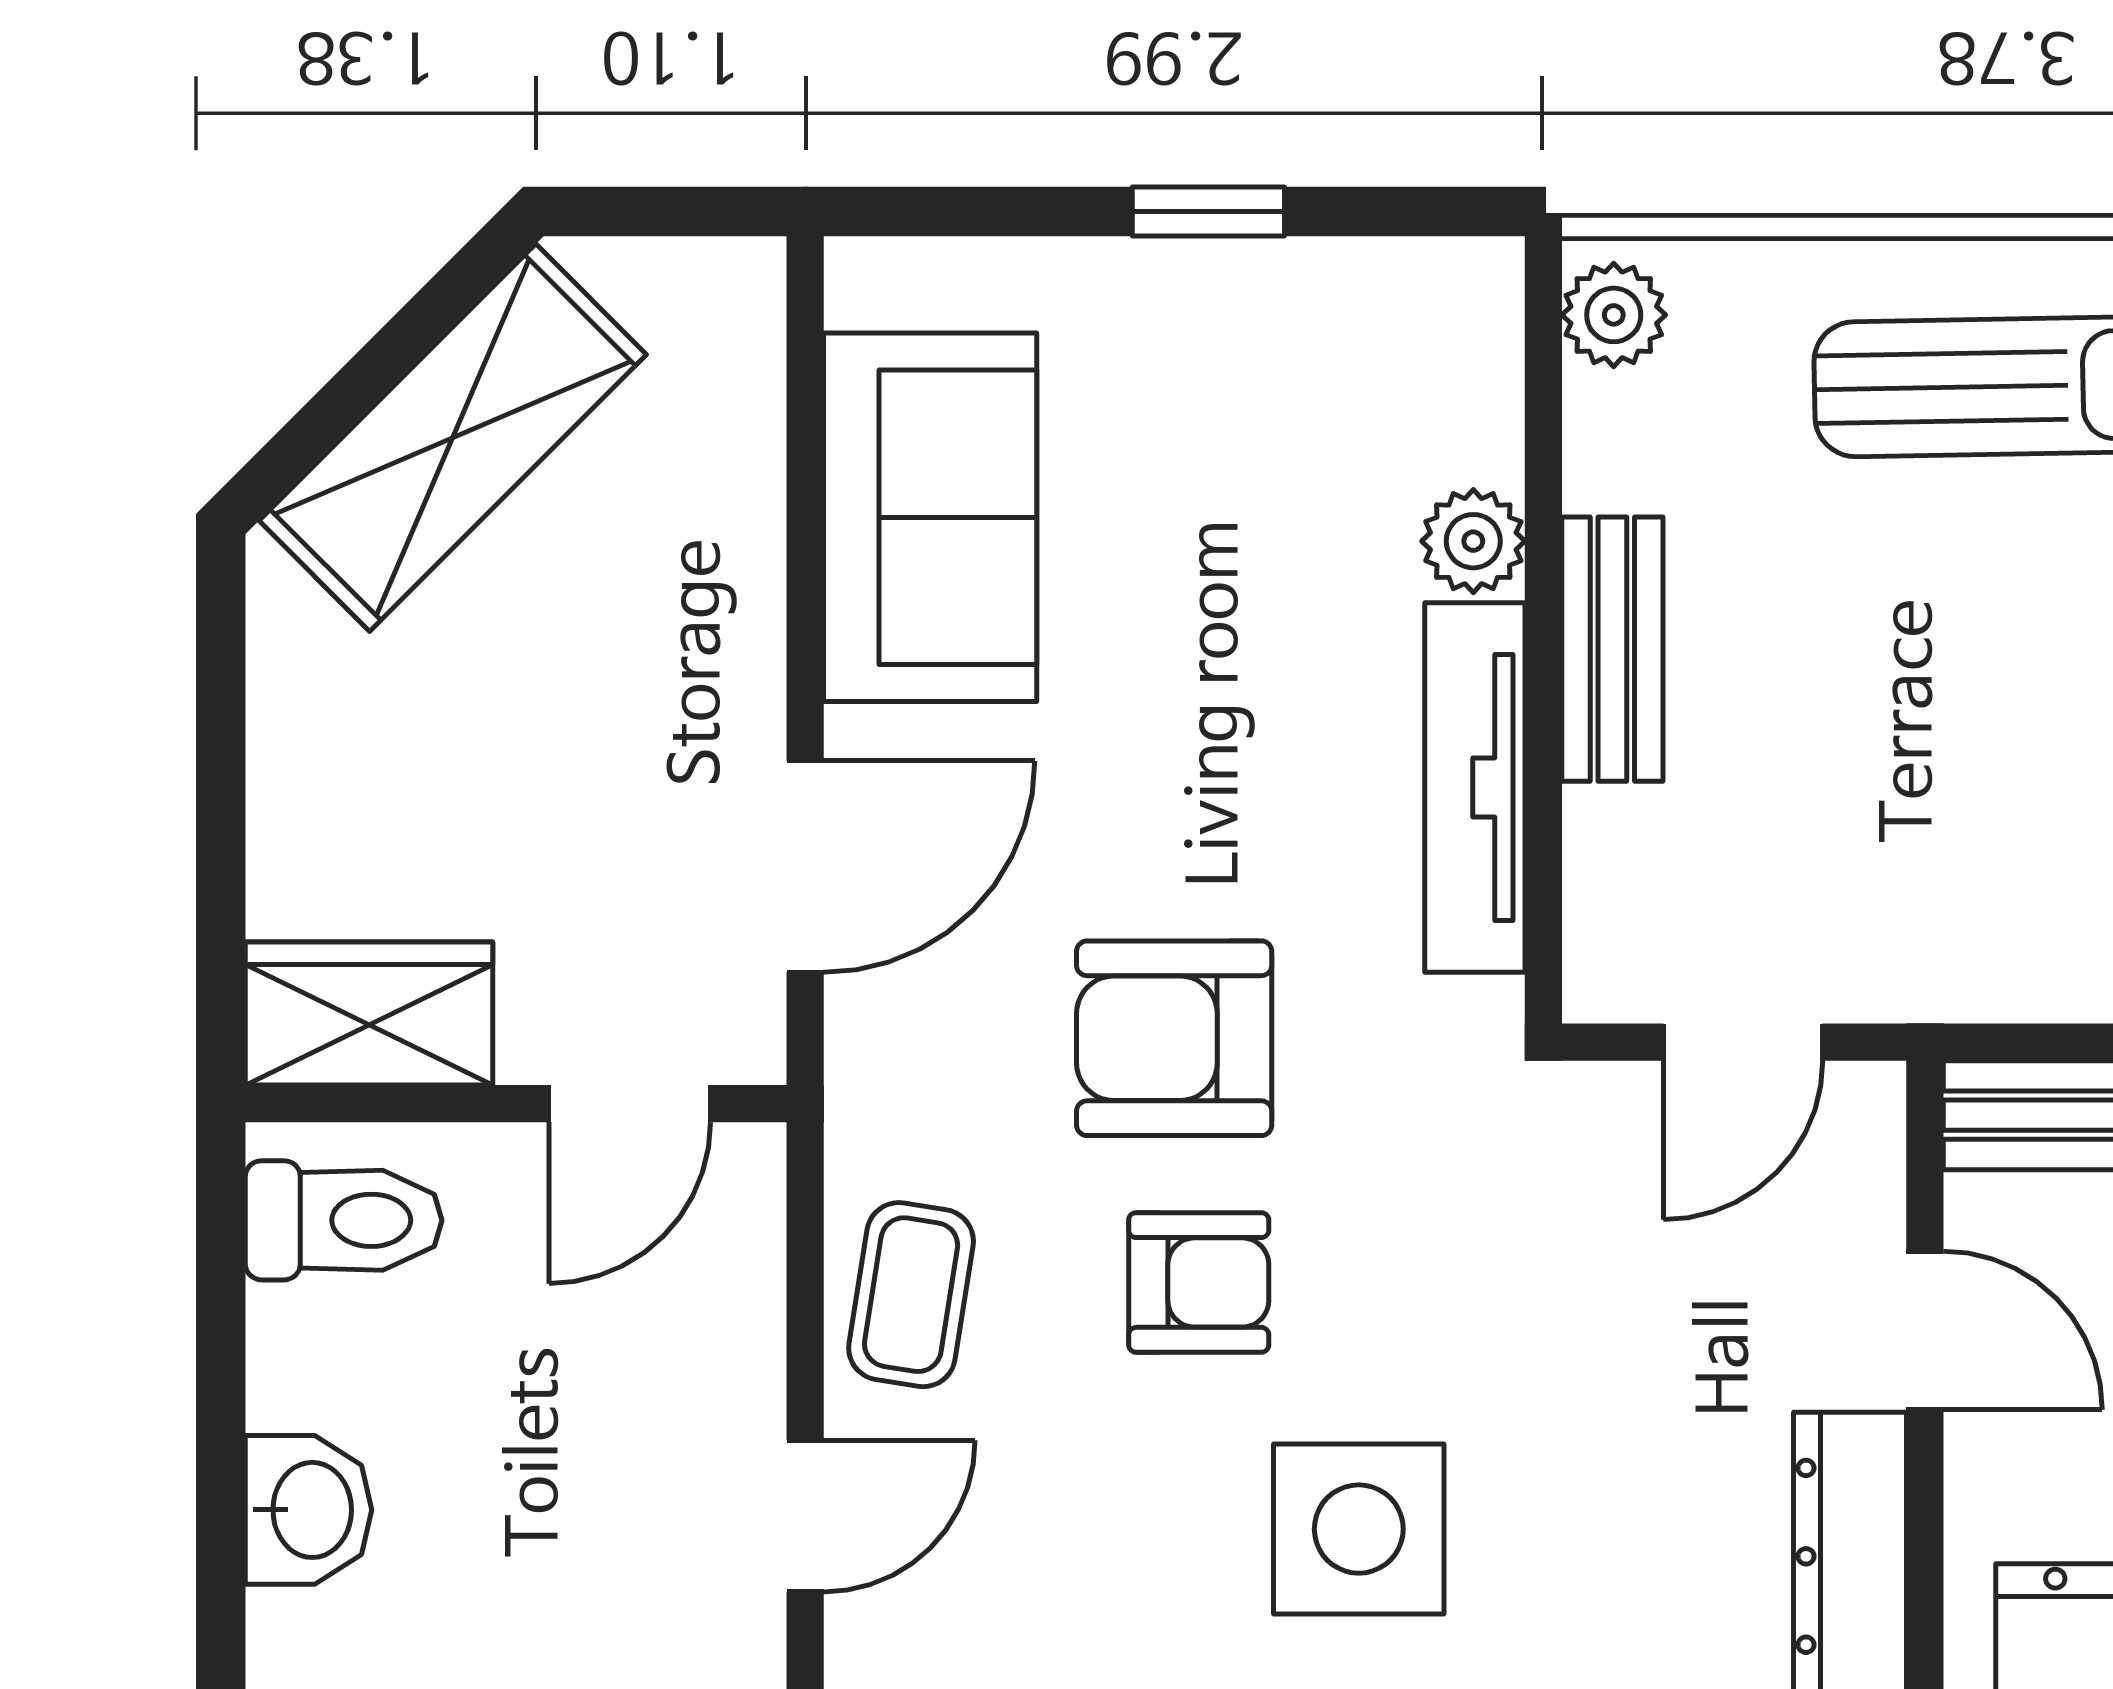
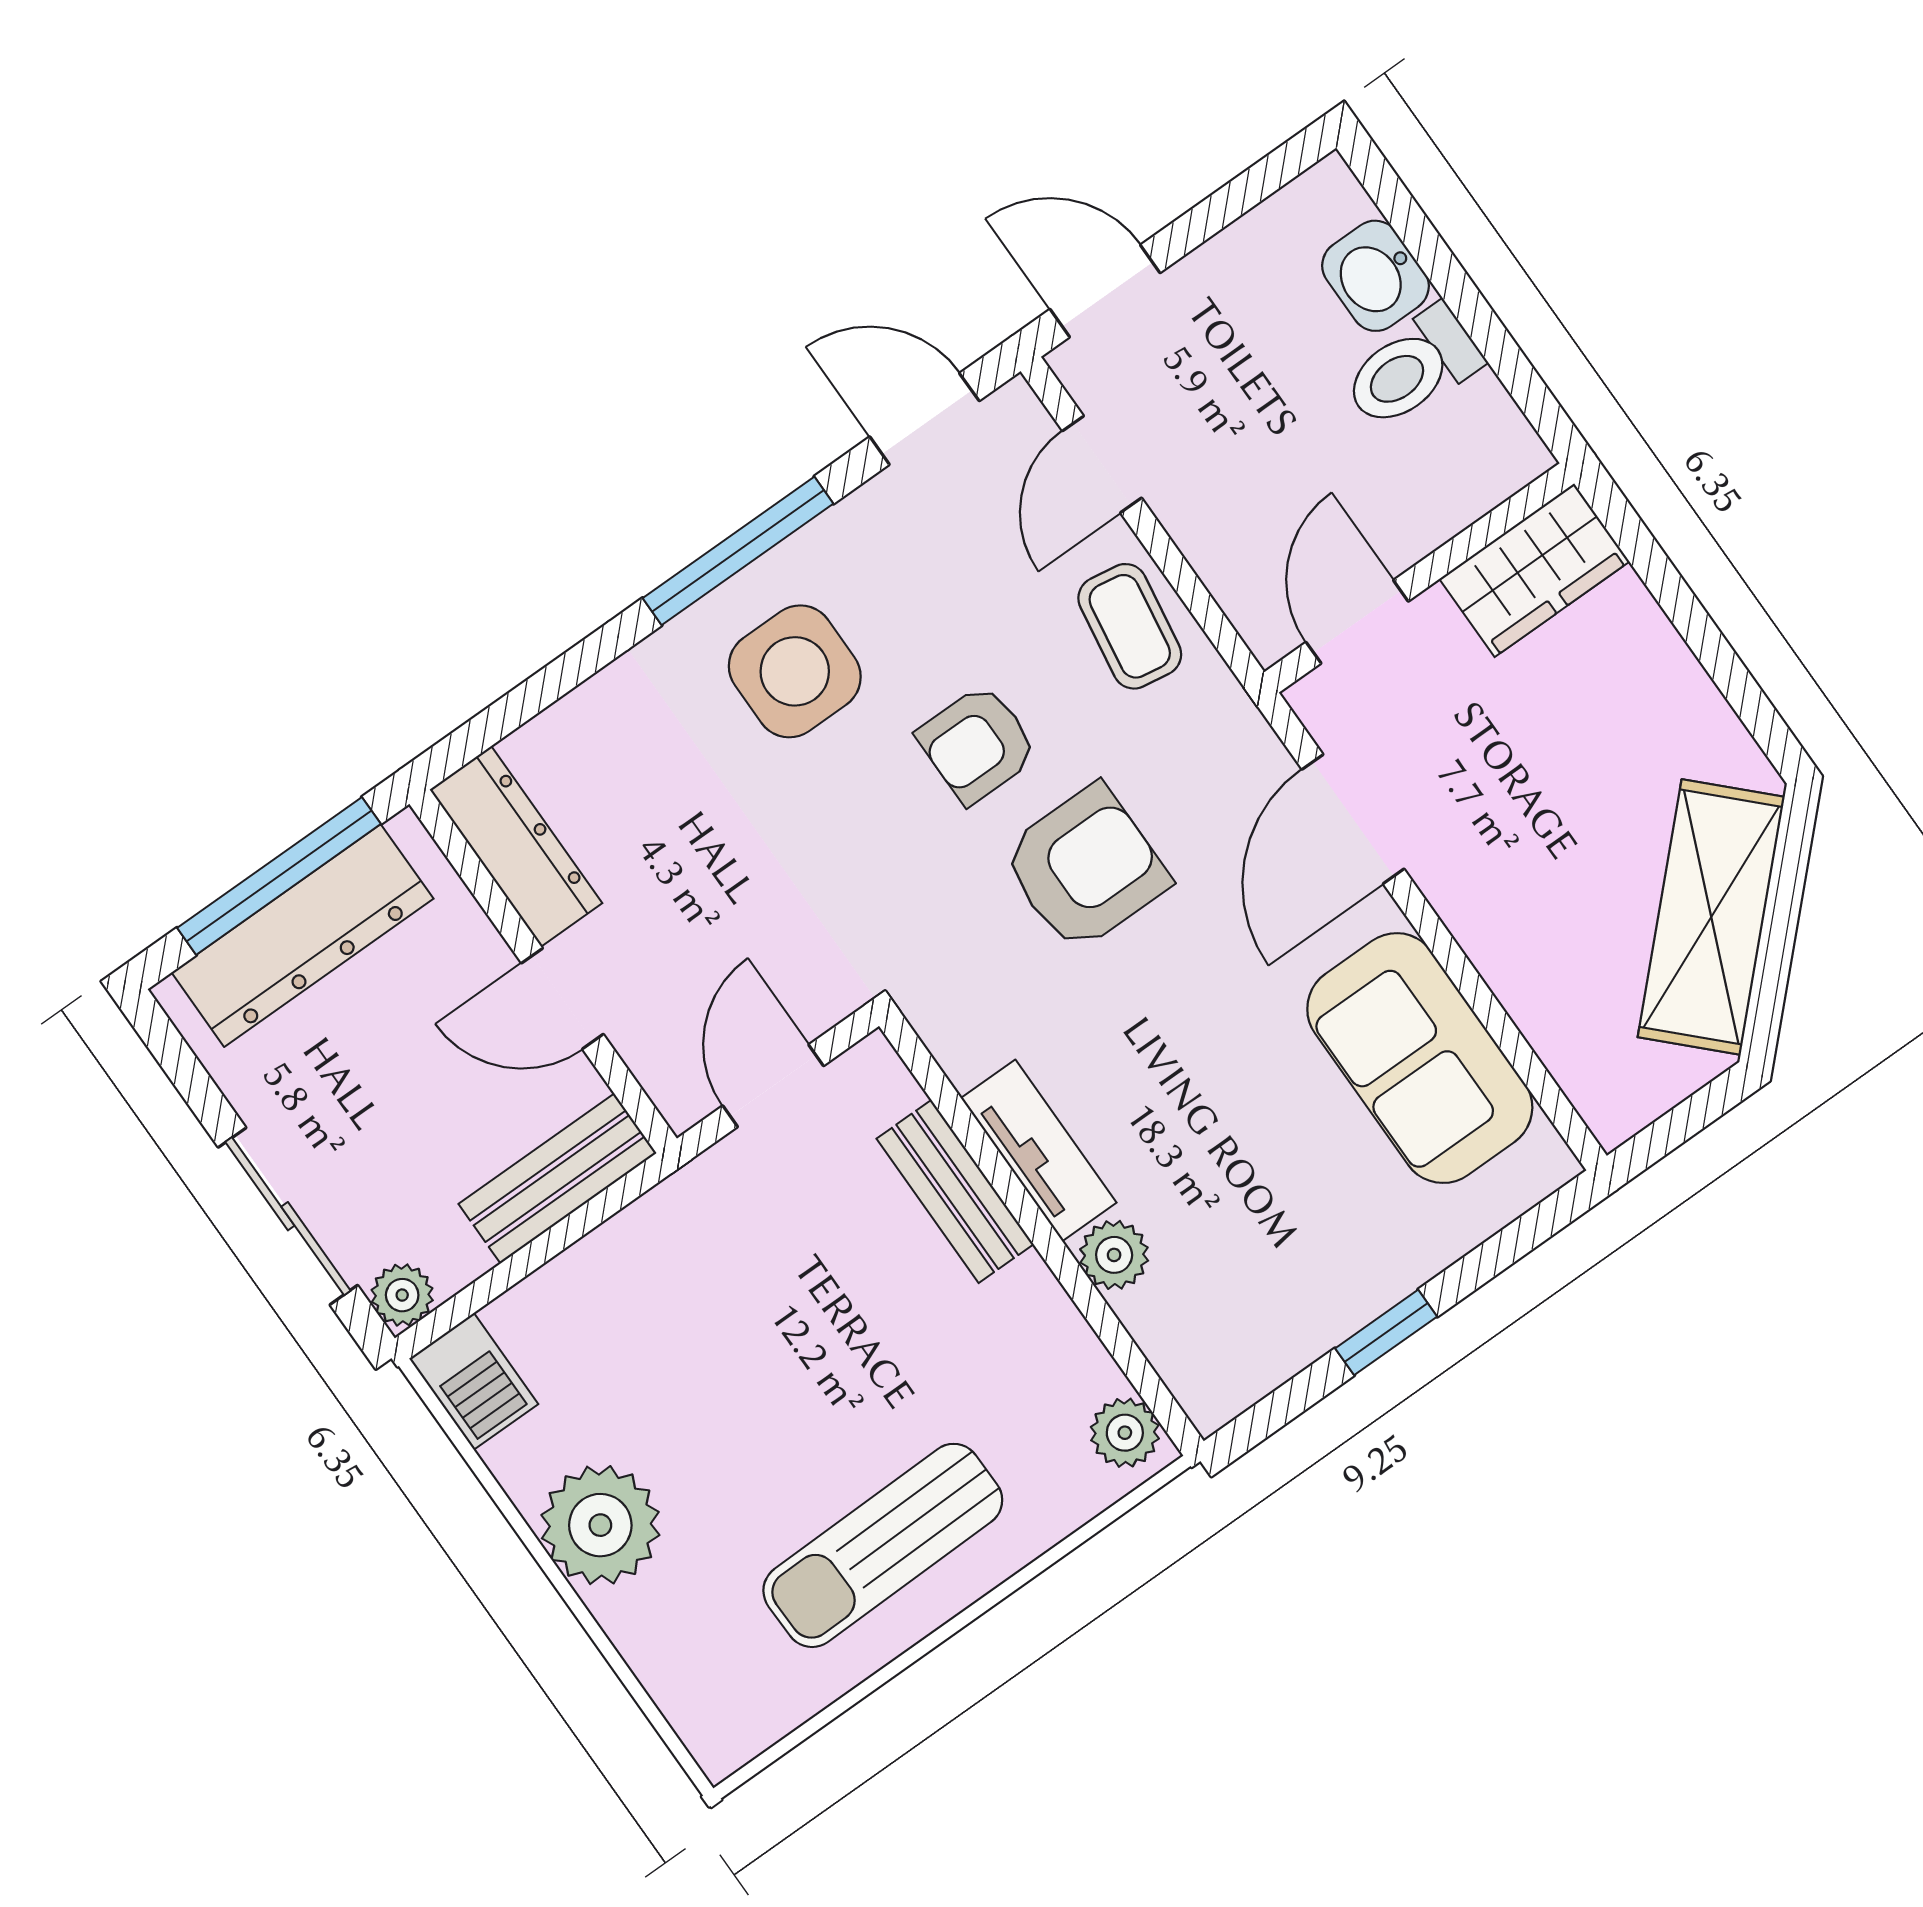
bench: (1612, 649) -> (955, 1191), moved
tv unit: (1475, 787) -> (1039, 1150), width x0.71
toilet: (344, 1220) -> (1412, 368), moved

